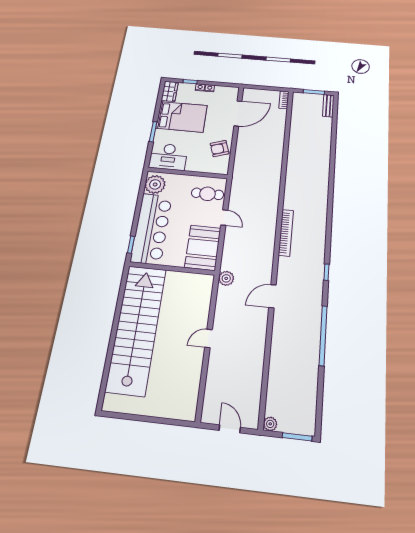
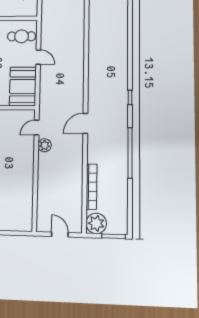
bookcase: (286, 233) -> (92, 187), moved
plant: (226, 278) -> (45, 145), moved
door: (208, 338) -> (37, 128), moved
plant: (270, 424) -> (96, 223), width x1.87, depth x1.87

